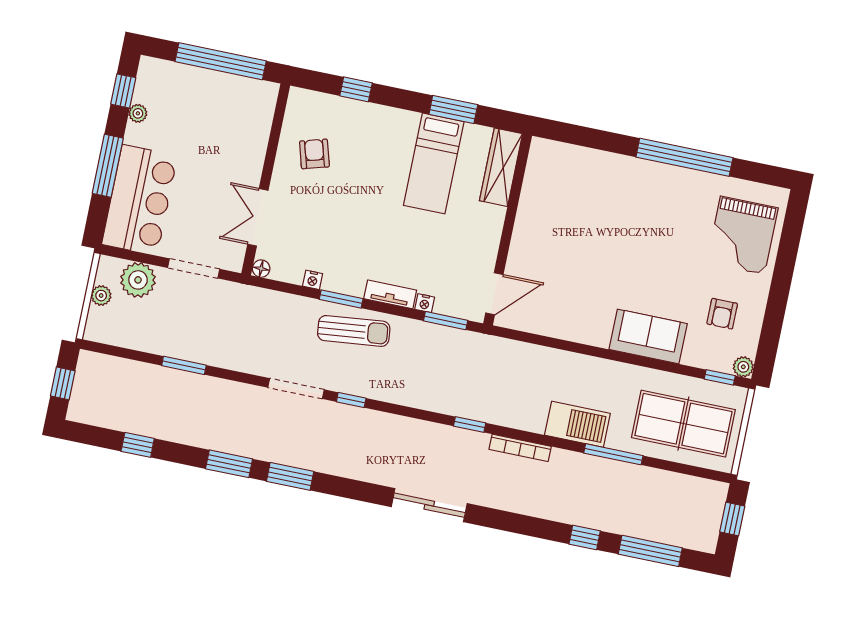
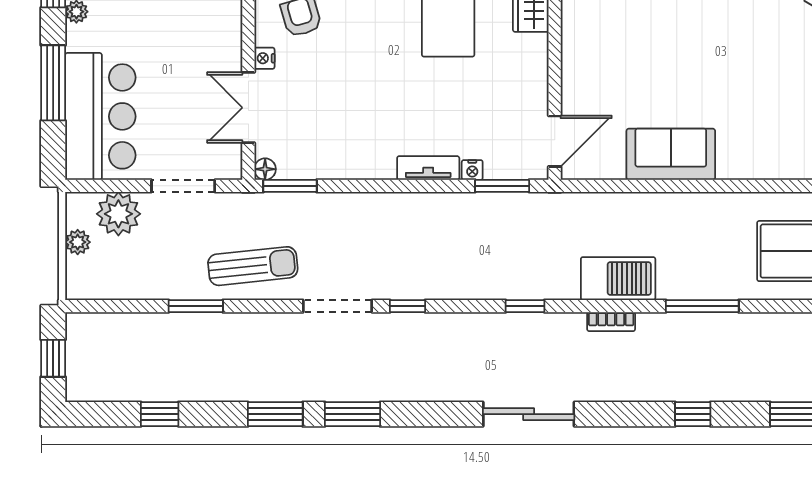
nightstand: (313, 280) -> (264, 58), moved, turned 90
window: (341, 299) -> (290, 186), moved
sun lounger: (354, 331) -> (253, 266), moved
sofa: (648, 336) -> (671, 154), moved
barbecue: (577, 424) -> (618, 279), moved
window: (470, 425) -> (525, 306), moved
bookcase: (520, 448) -> (611, 322), width x0.64
window: (613, 454) -> (702, 306), moved
window: (585, 537) -> (693, 414), moved

